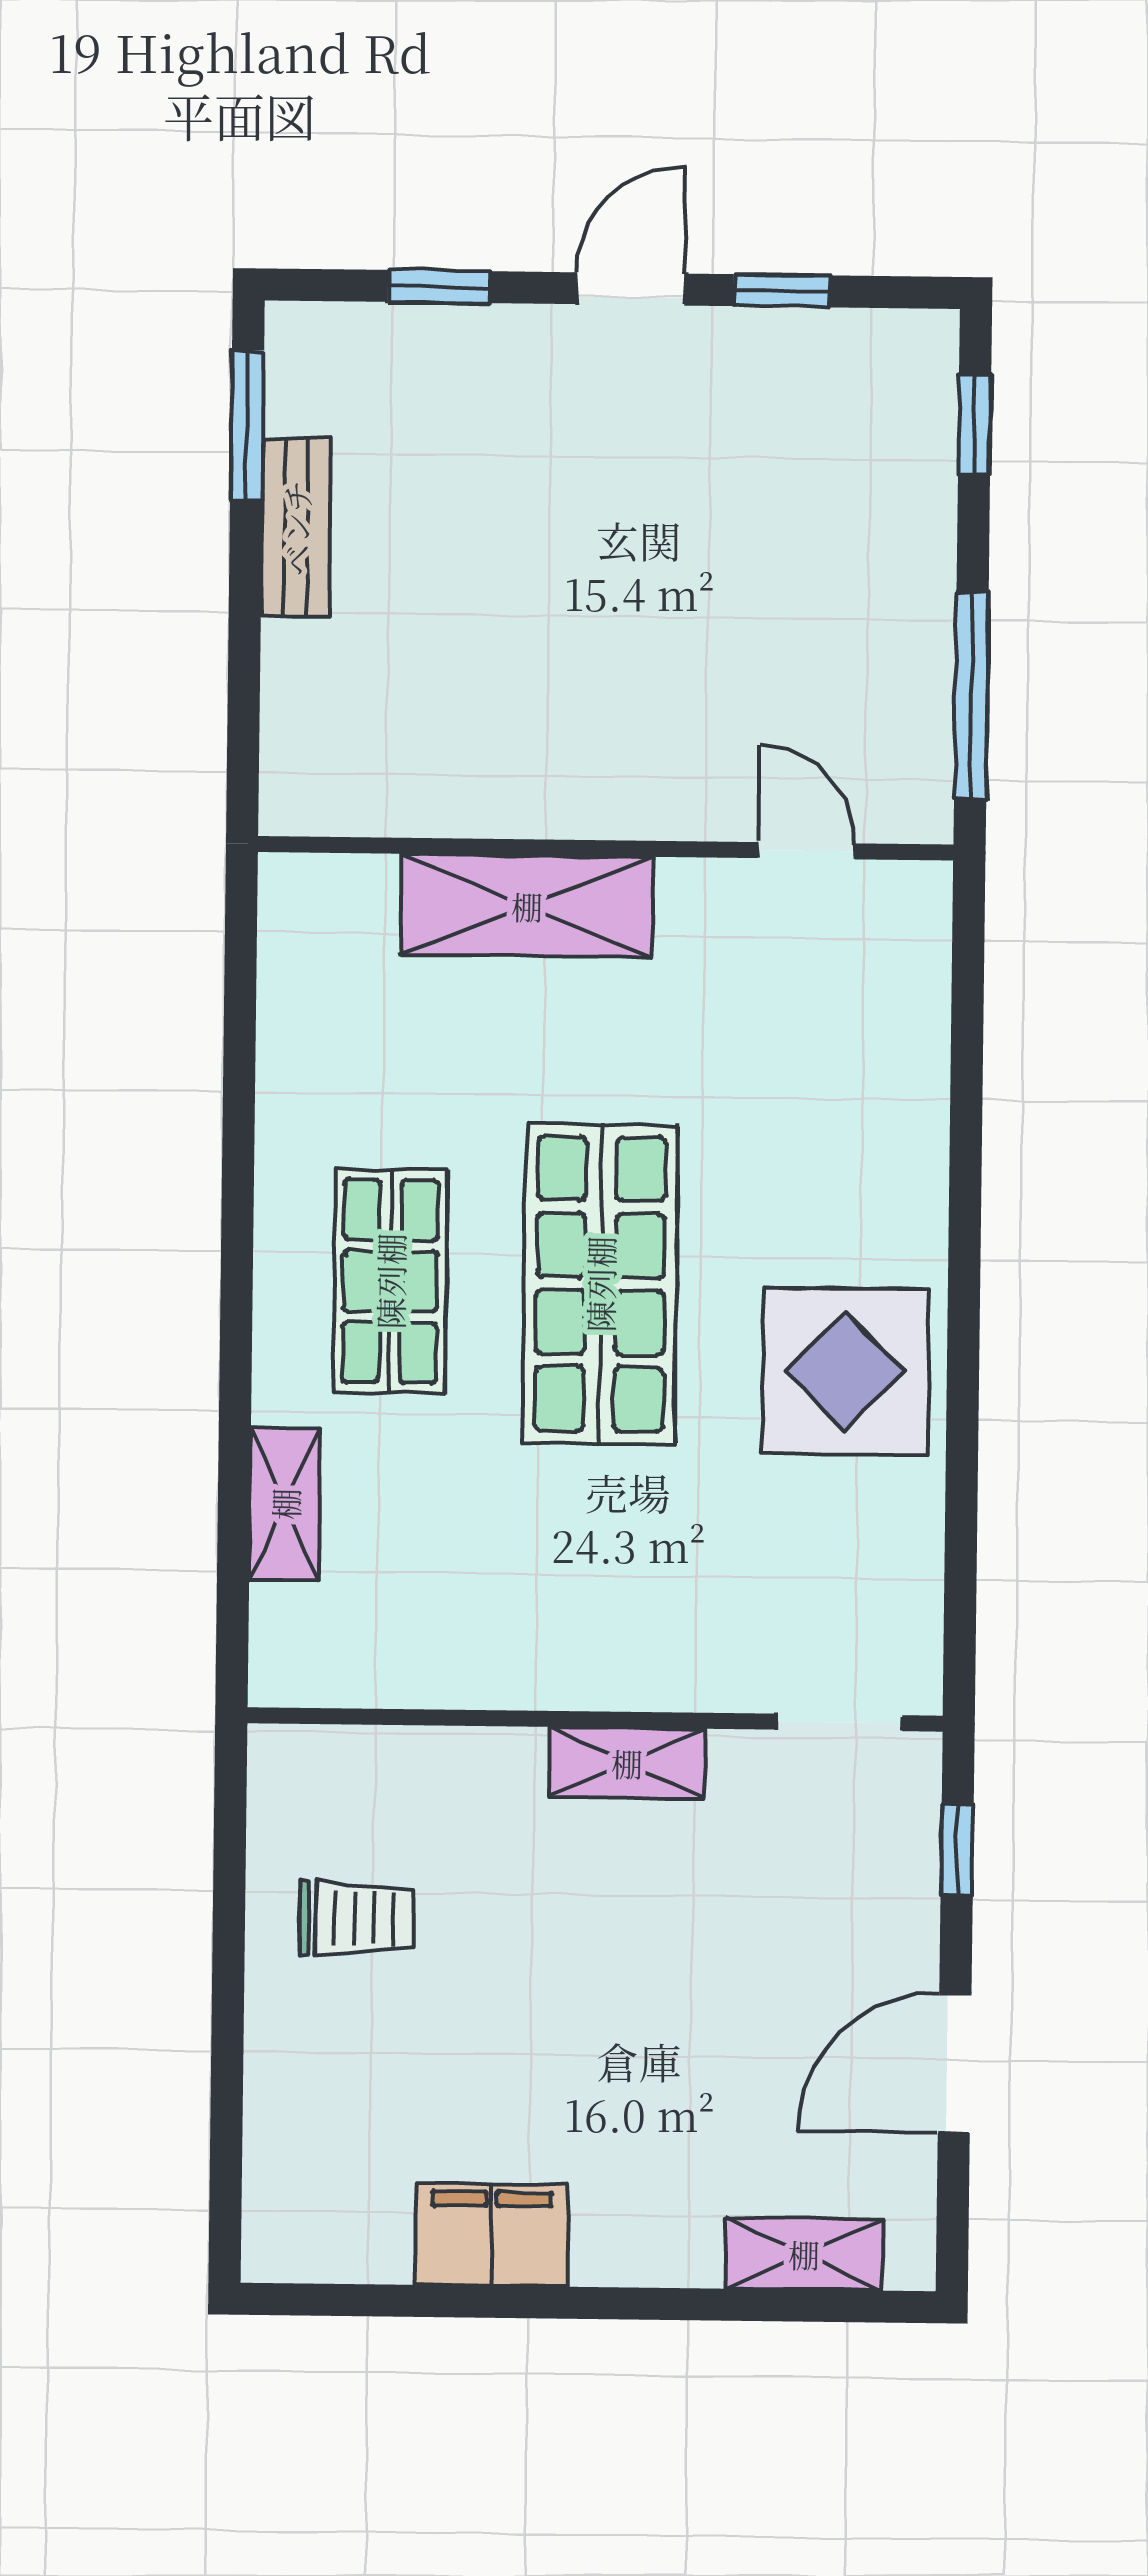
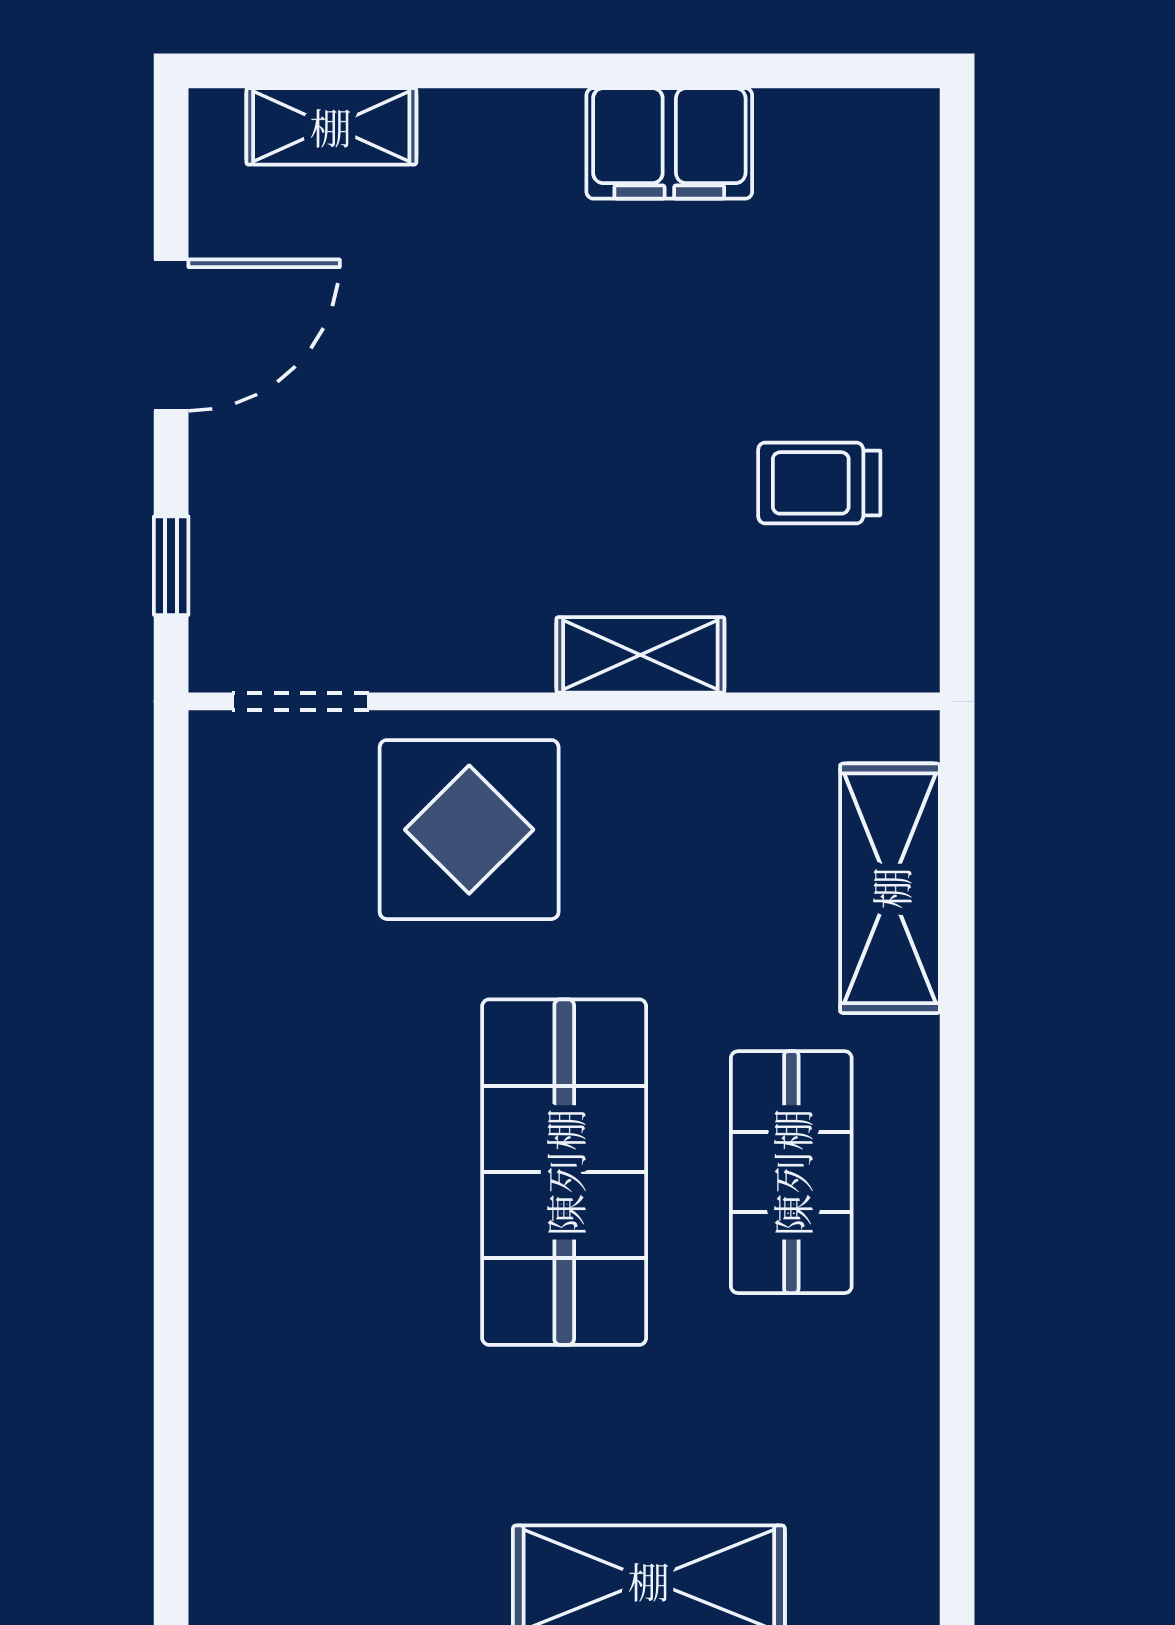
display table: (845, 1371) -> (469, 830), moved
shelving: (285, 1504) -> (890, 888), width x1.50, depth x1.33
shelving: (627, 1763) -> (640, 655), moved

